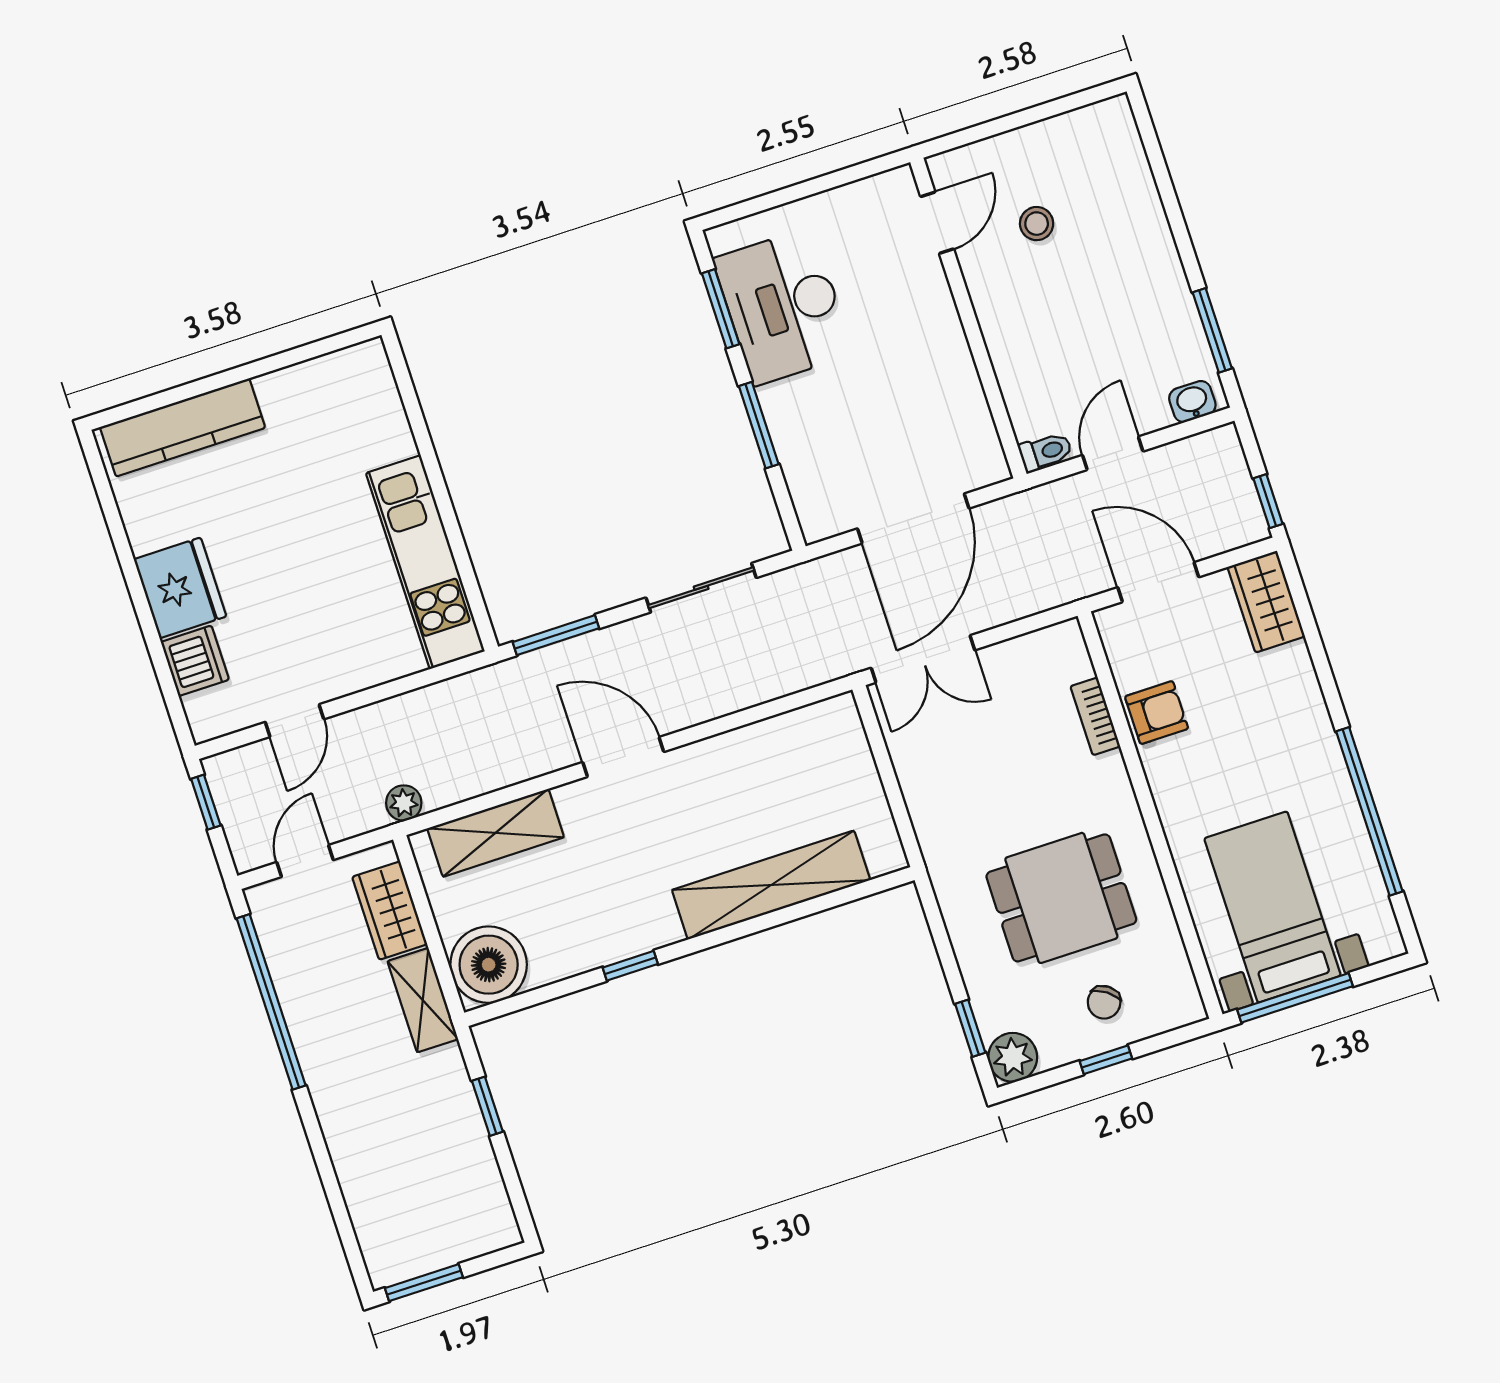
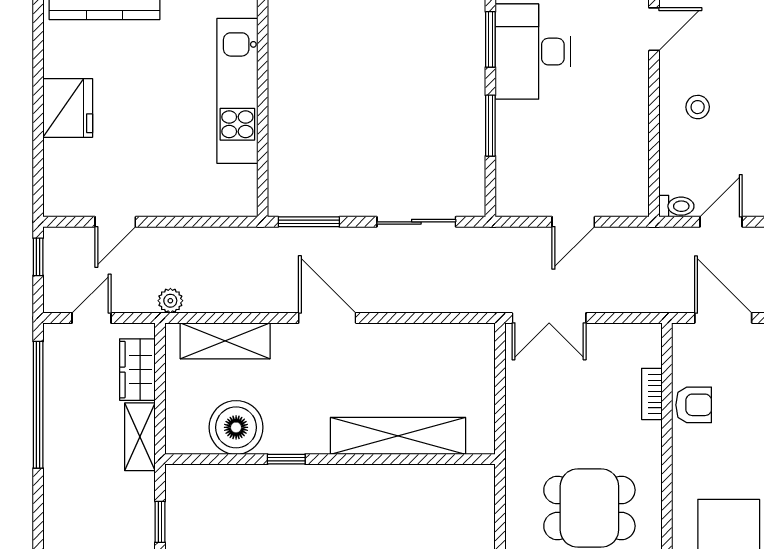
stool: (1037, 224) -> (698, 107), moved
door: (913, 518) -> (573, 222), width x0.53
kitchen unit: (425, 562) -> (237, 91), moved
dishwasher: (195, 661) -> (62, 160), removed
boiler: (489, 965) -> (236, 427), moved

